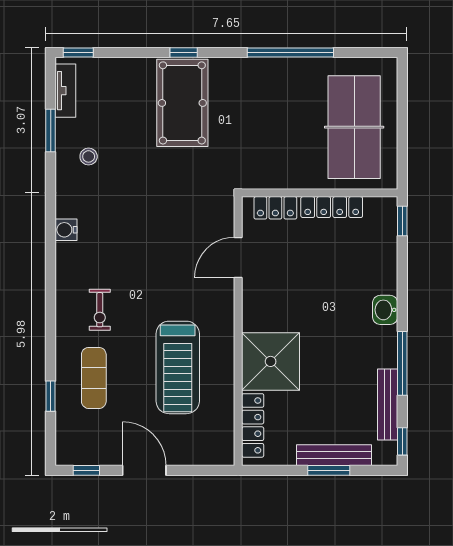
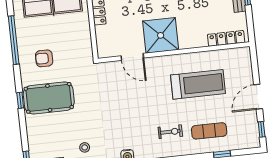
armchair: (253, 102) -> (44, 58), added
locker: (275, 208) -> (102, 39), removed
shower: (271, 361) -> (161, 35), moved

